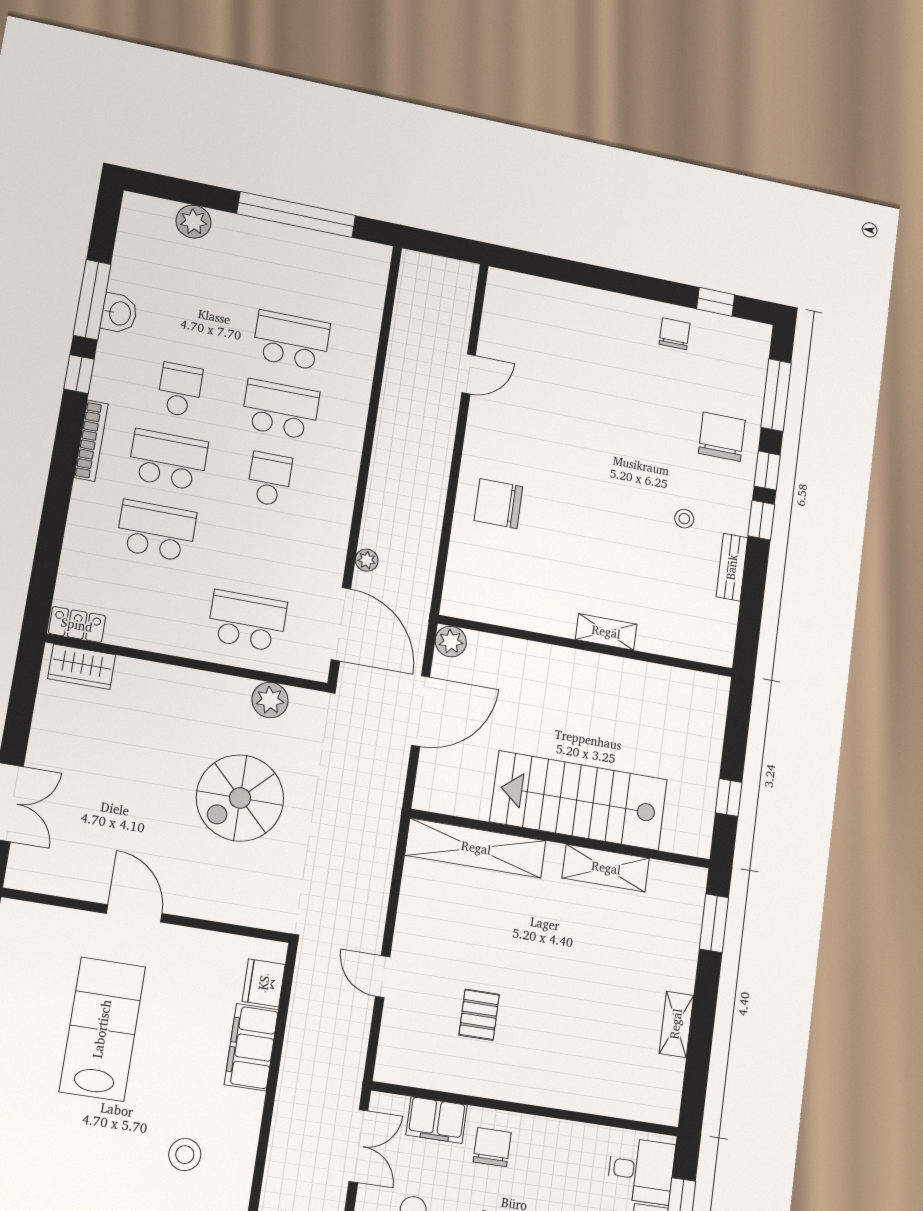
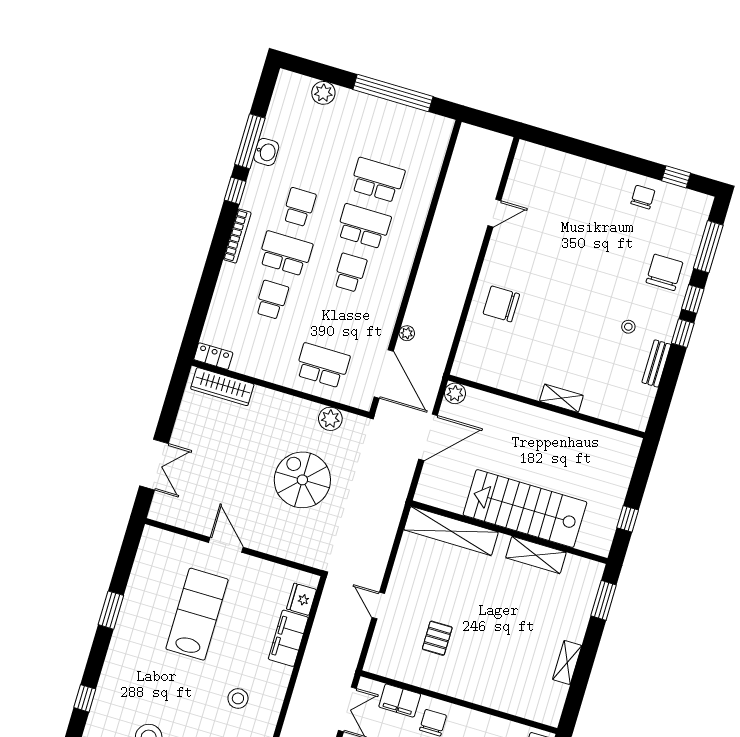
school desk: (156, 531) -> (272, 300), width x0.54
wardrobe: (82, 667) -> (222, 387), width x1.50
spiral stairs: (240, 798) -> (302, 480), turned 90

